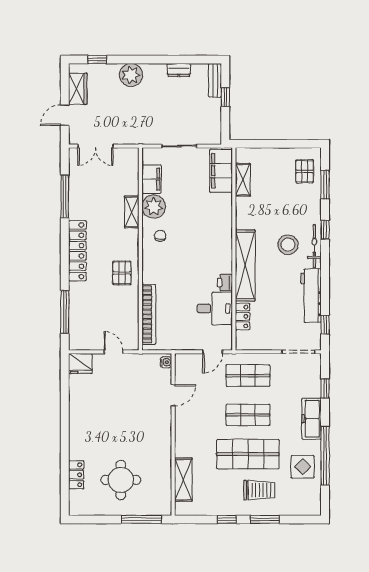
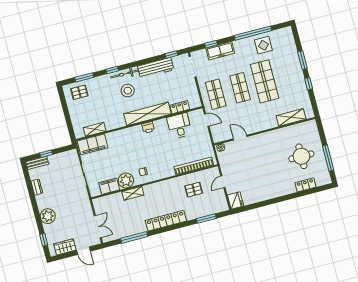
pallet: (122, 273) -> (194, 190), moved
printer: (225, 283) -> (148, 127), moved
window: (65, 312) -> (206, 219), width x0.69
freezer: (312, 419) -> (220, 51), moved
trolley: (259, 490) -> (285, 69), removed
window: (141, 519) -> (328, 158), moved

